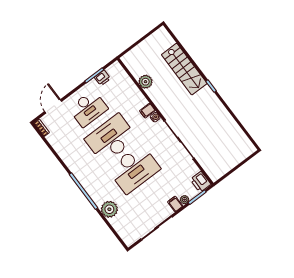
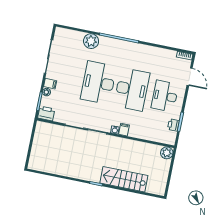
plant: (146, 82) -> (167, 153), moved

